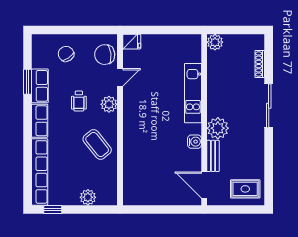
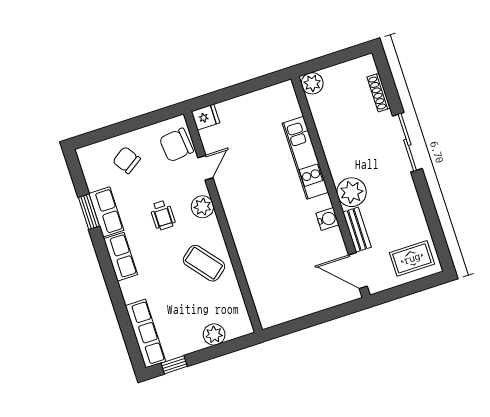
row of seats: (40, 172) -> (146, 334), width x0.73

